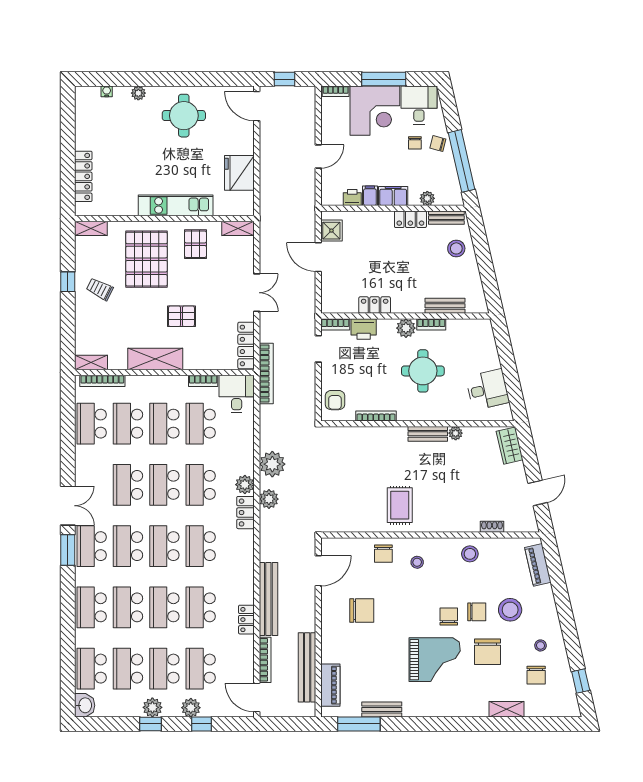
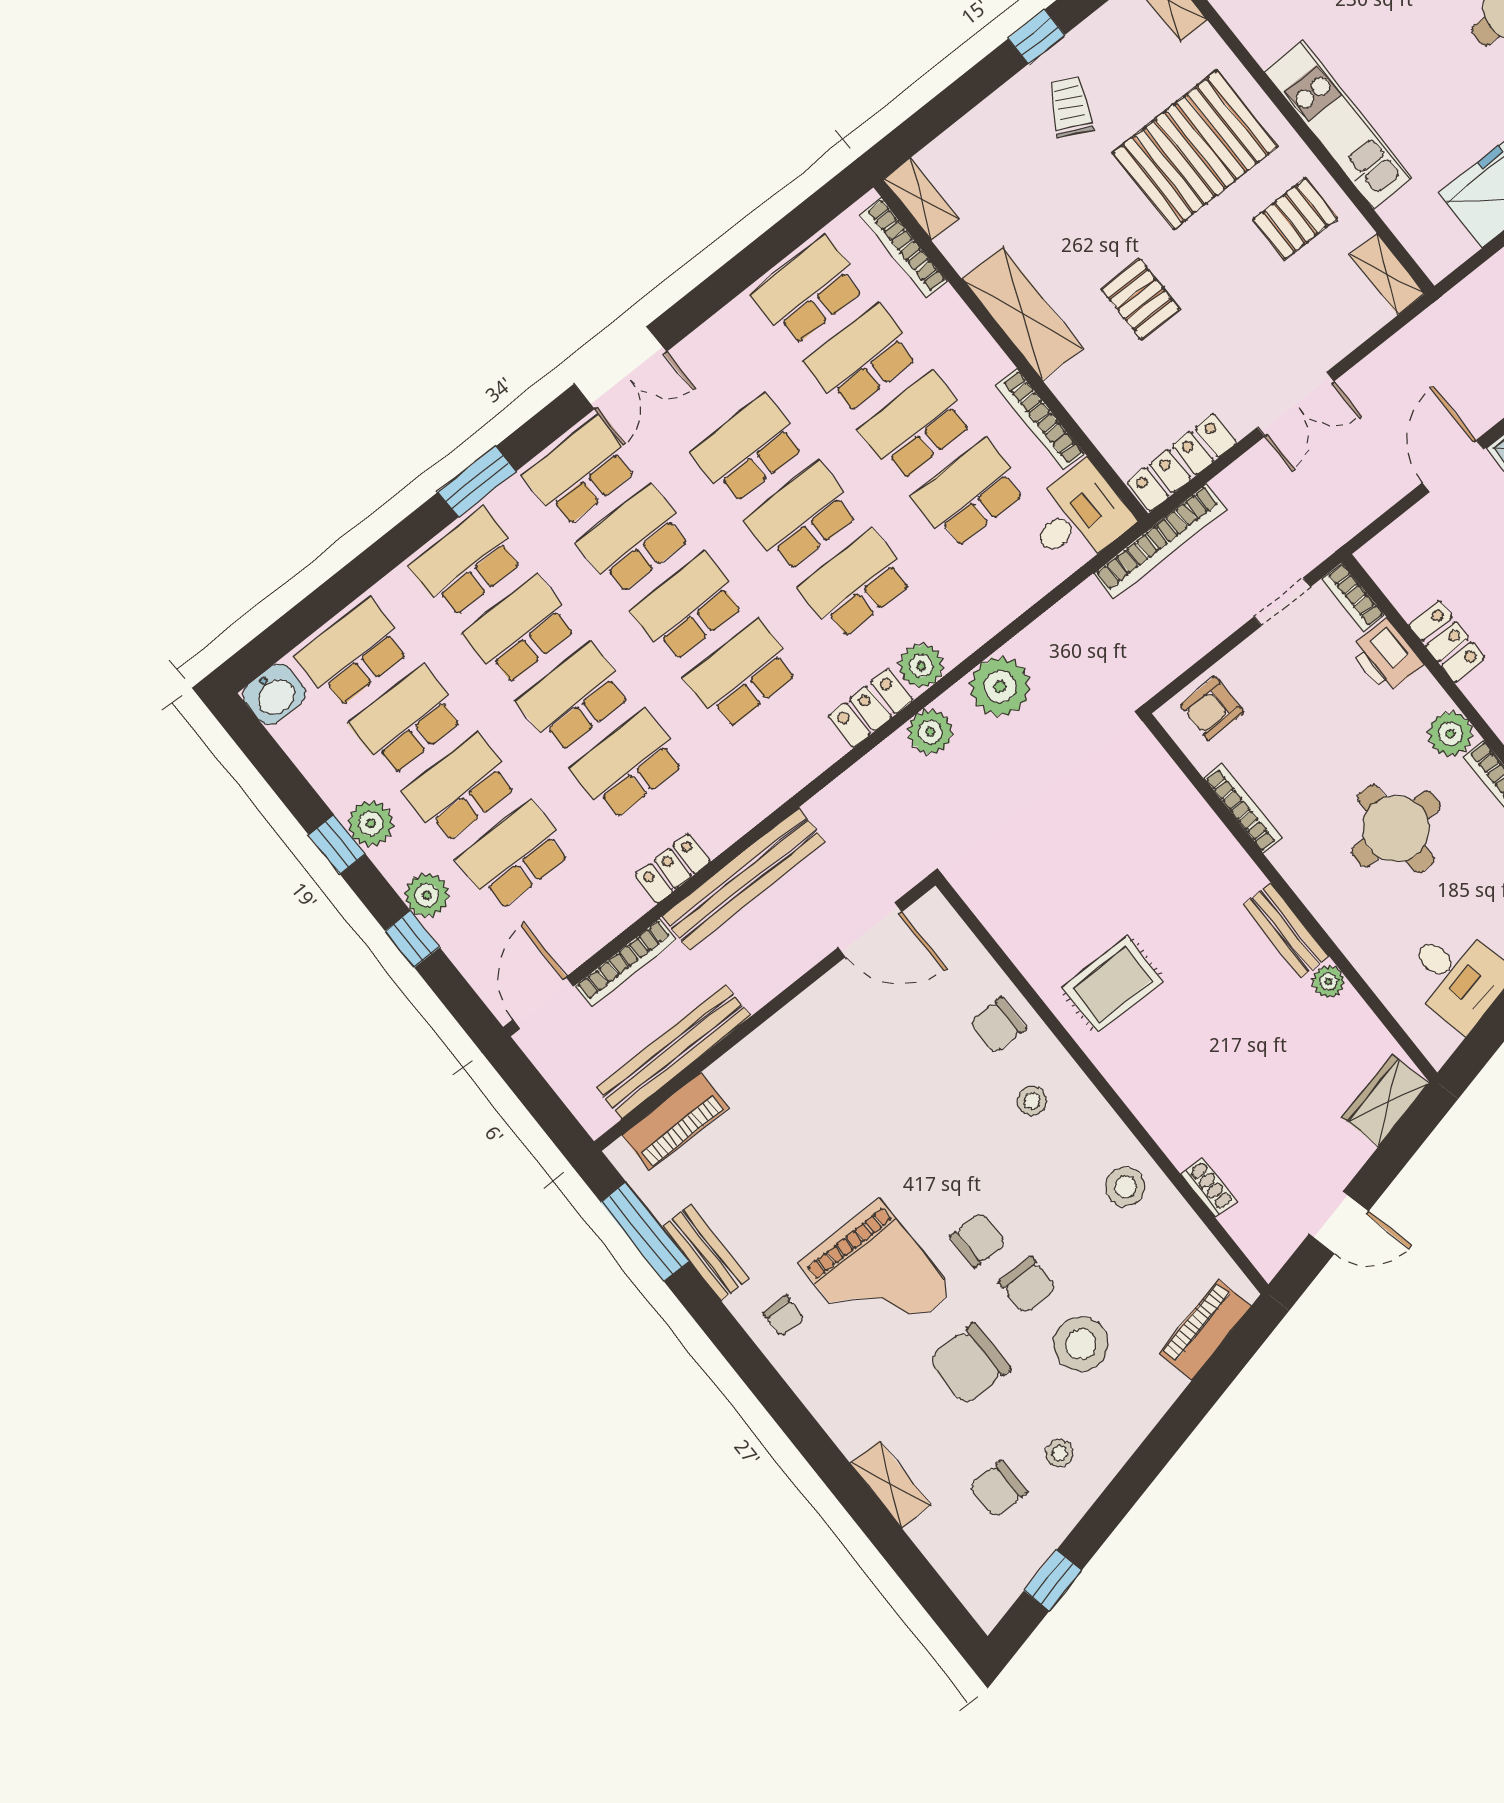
bookcase: (203, 381) -> (1040, 420), width x1.56
window: (68, 550) -> (477, 482), moved
chair: (362, 610) -> (784, 1316), moved, width x0.54, depth x0.54

